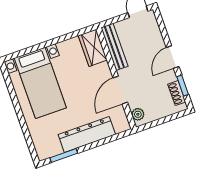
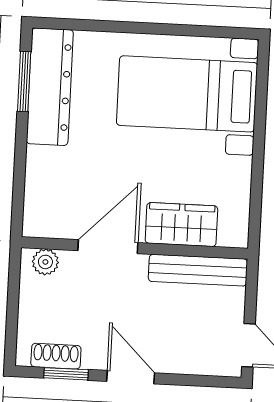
wardrobe: (93, 48) -> (181, 225), moved
door: (120, 90) -> (108, 247), hinge flipped
dresser: (87, 135) -> (50, 87), moved

